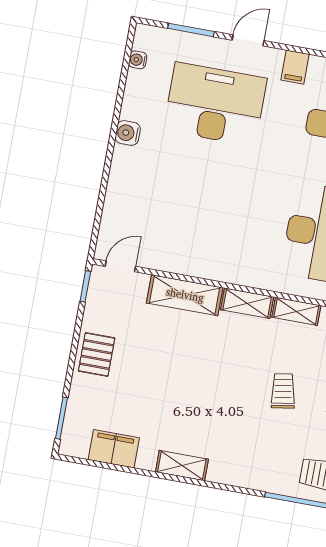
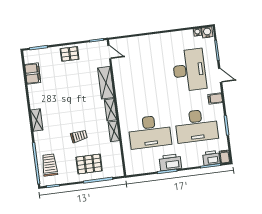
water cooler: (128, 133) -> (207, 32), moved
shelving: (182, 466) -> (37, 120), moved

